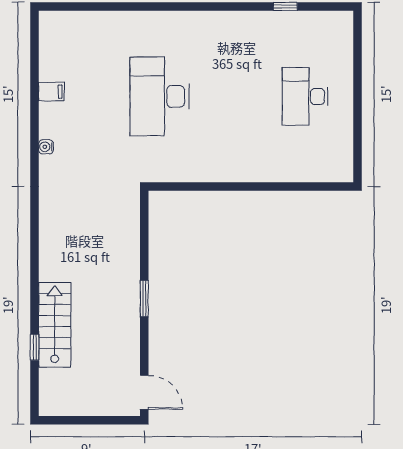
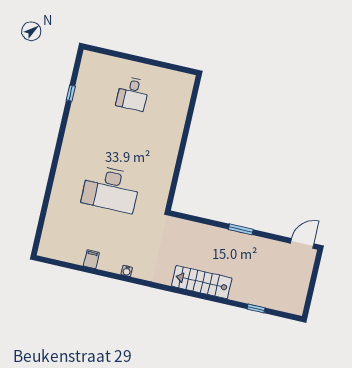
desk: (305, 96) -> (133, 94), width x0.73
stairs: (55, 325) -> (202, 282), moved

